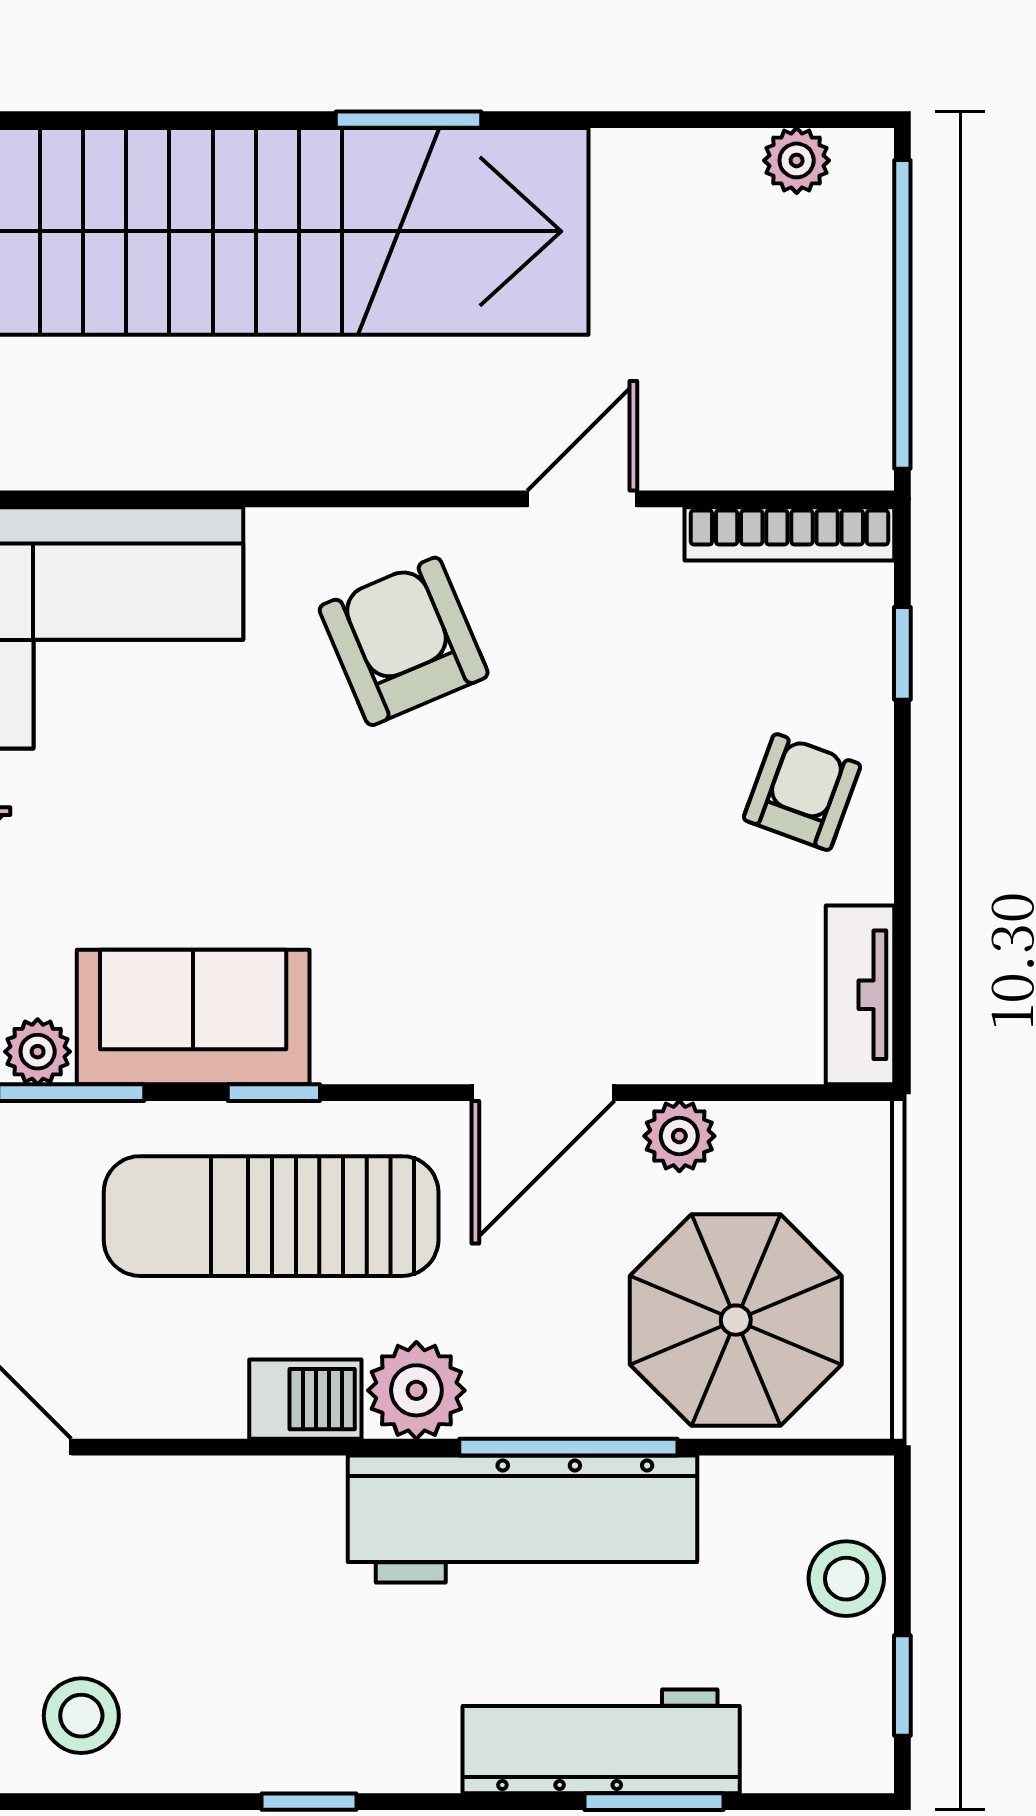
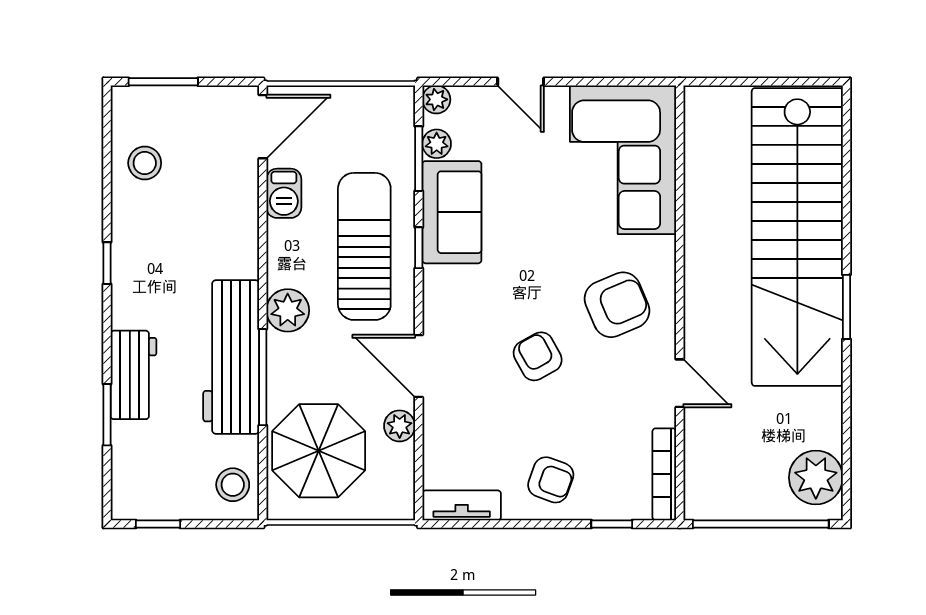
plant: (797, 160) -> (816, 477), width x1.88, depth x1.88
armchair: (521, 822) -> (538, 356), added
barbecue: (305, 1399) -> (284, 193), moved
stool: (846, 1579) -> (233, 485), moved
workbench: (601, 1741) -> (133, 375), width x0.73

